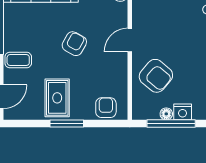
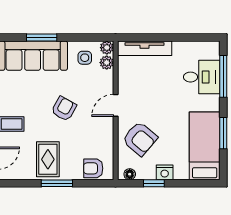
armchair: (106, 108) -> (93, 168), turned -90
floor lamp: (166, 114) -> (130, 174), moved
window: (171, 124) -> (154, 183), width x0.46

